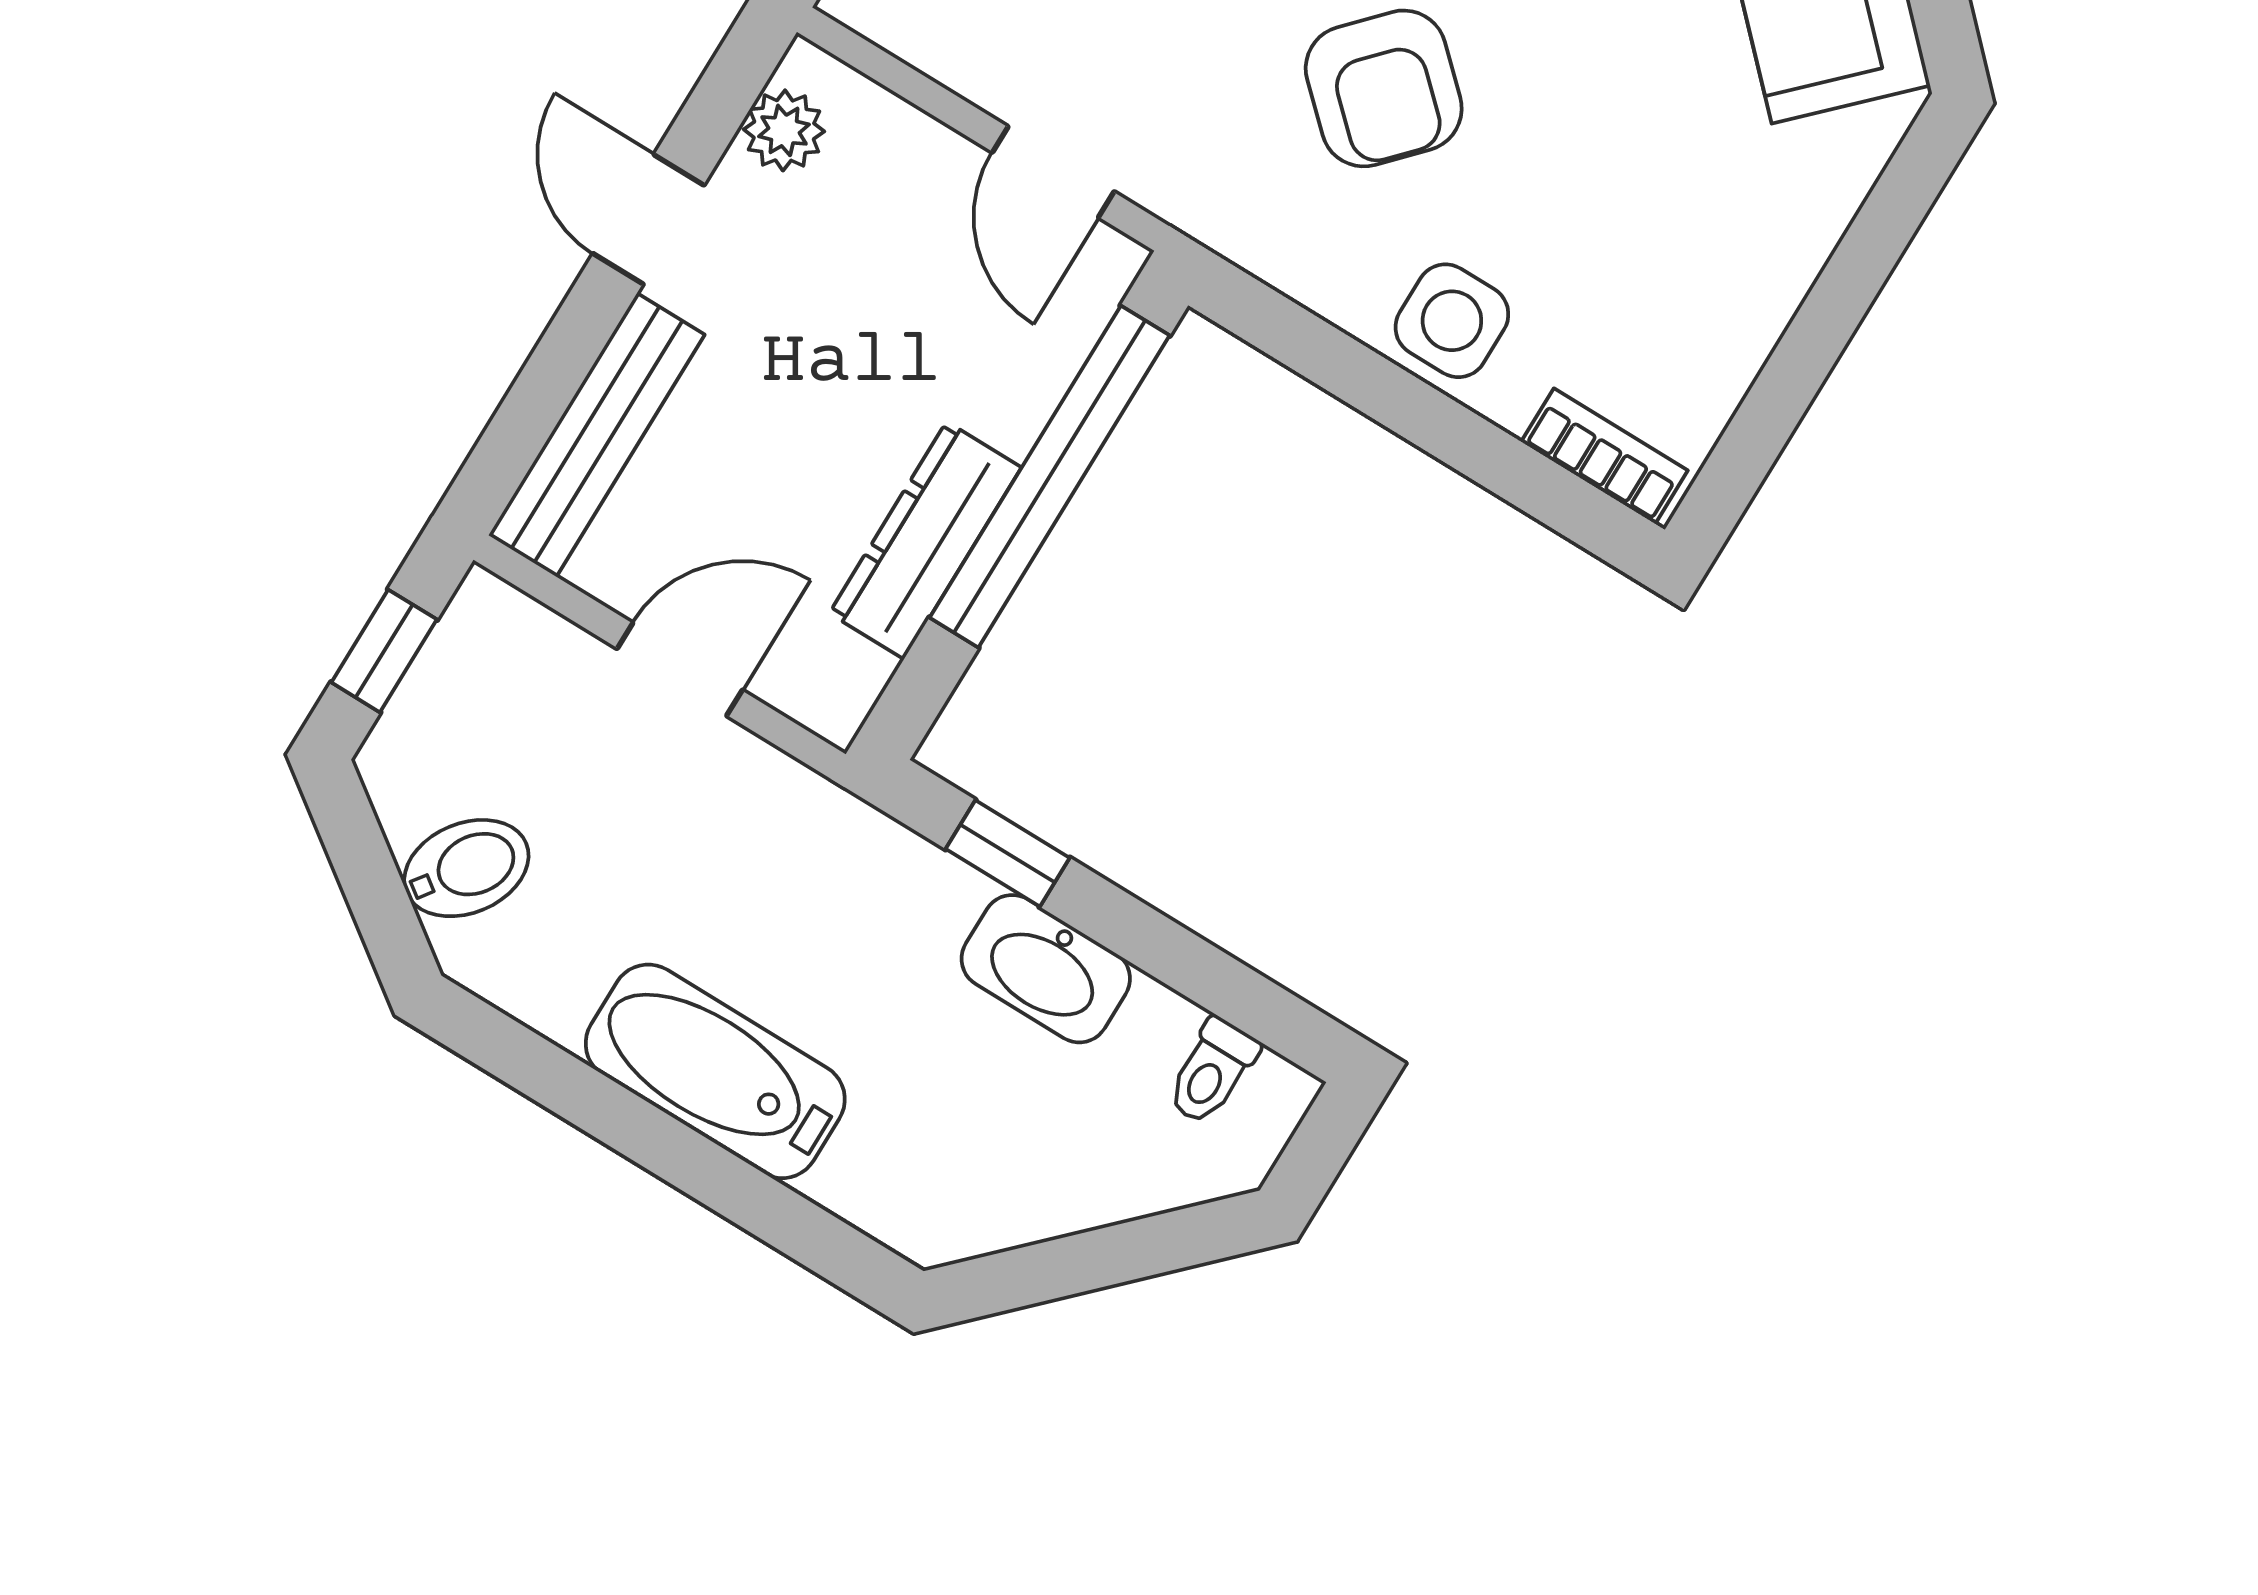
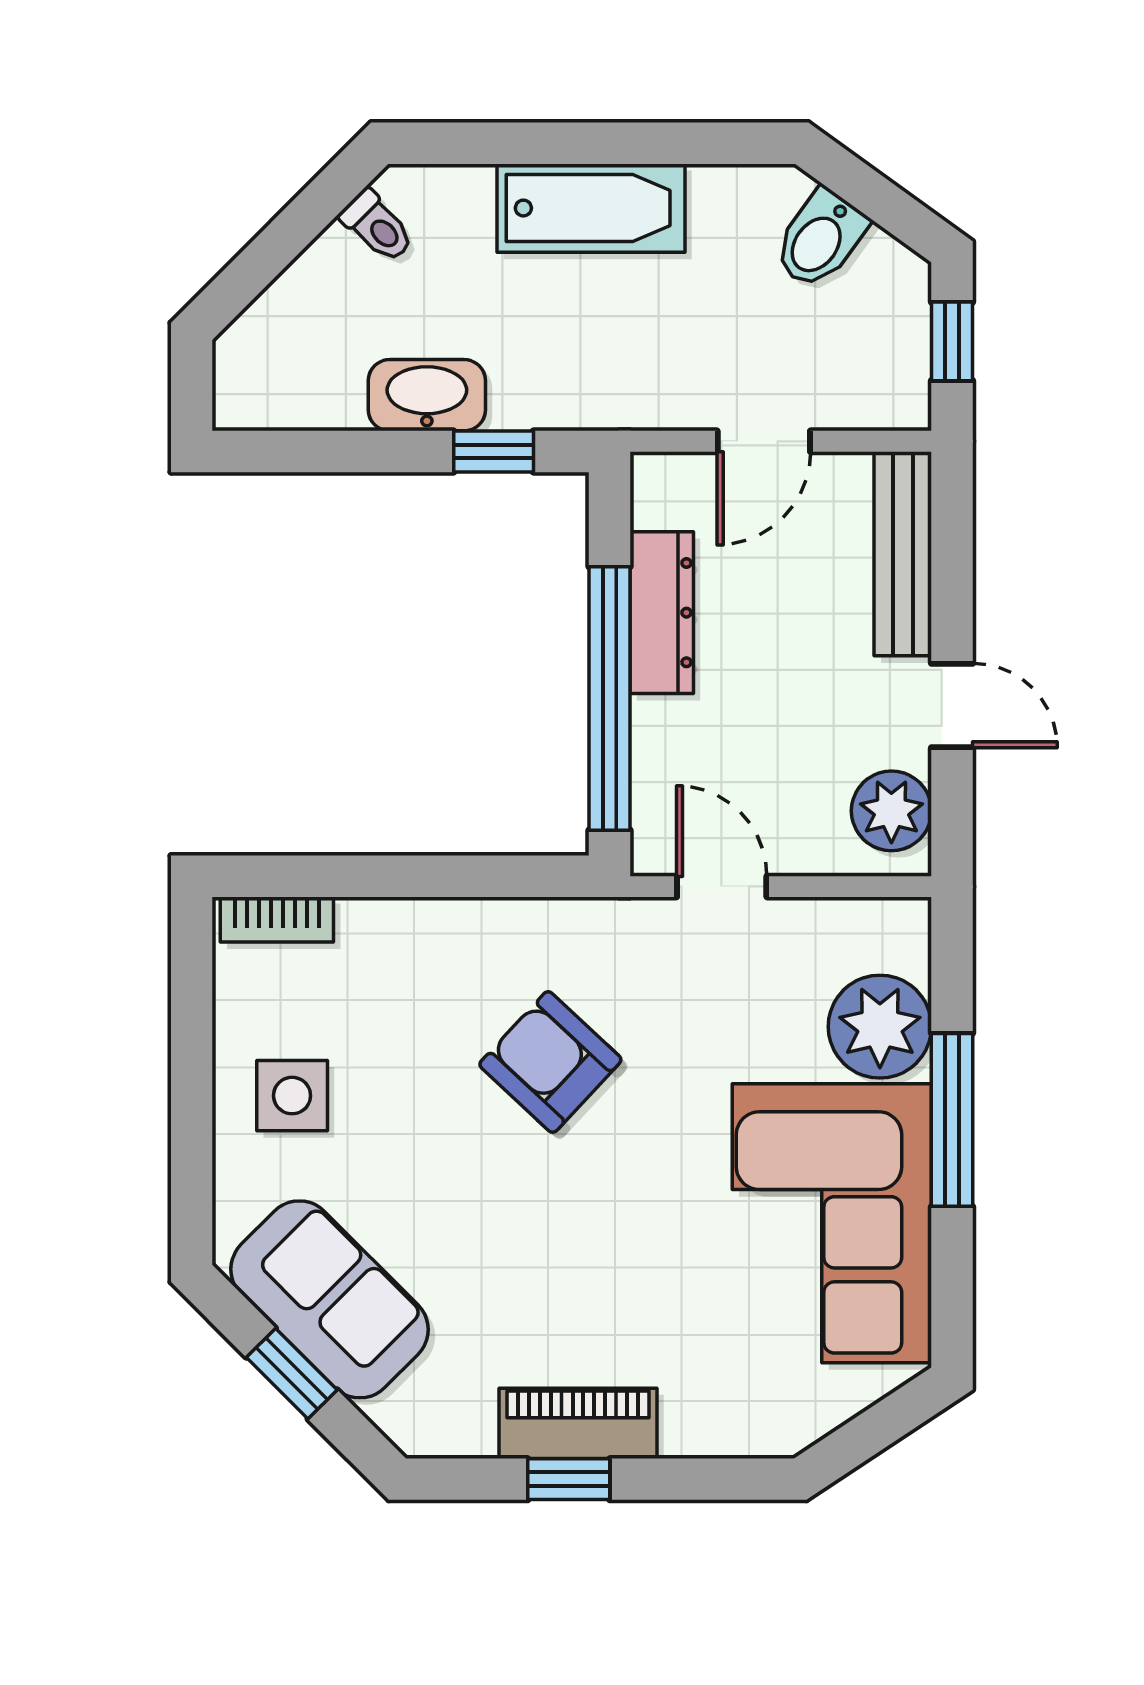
plant: (784, 130) -> (891, 811), width x1.38, depth x1.38
side table: (1452, 321) -> (292, 1096), moved
toilet: (1212, 1072) -> (377, 226), moved, turned 135

